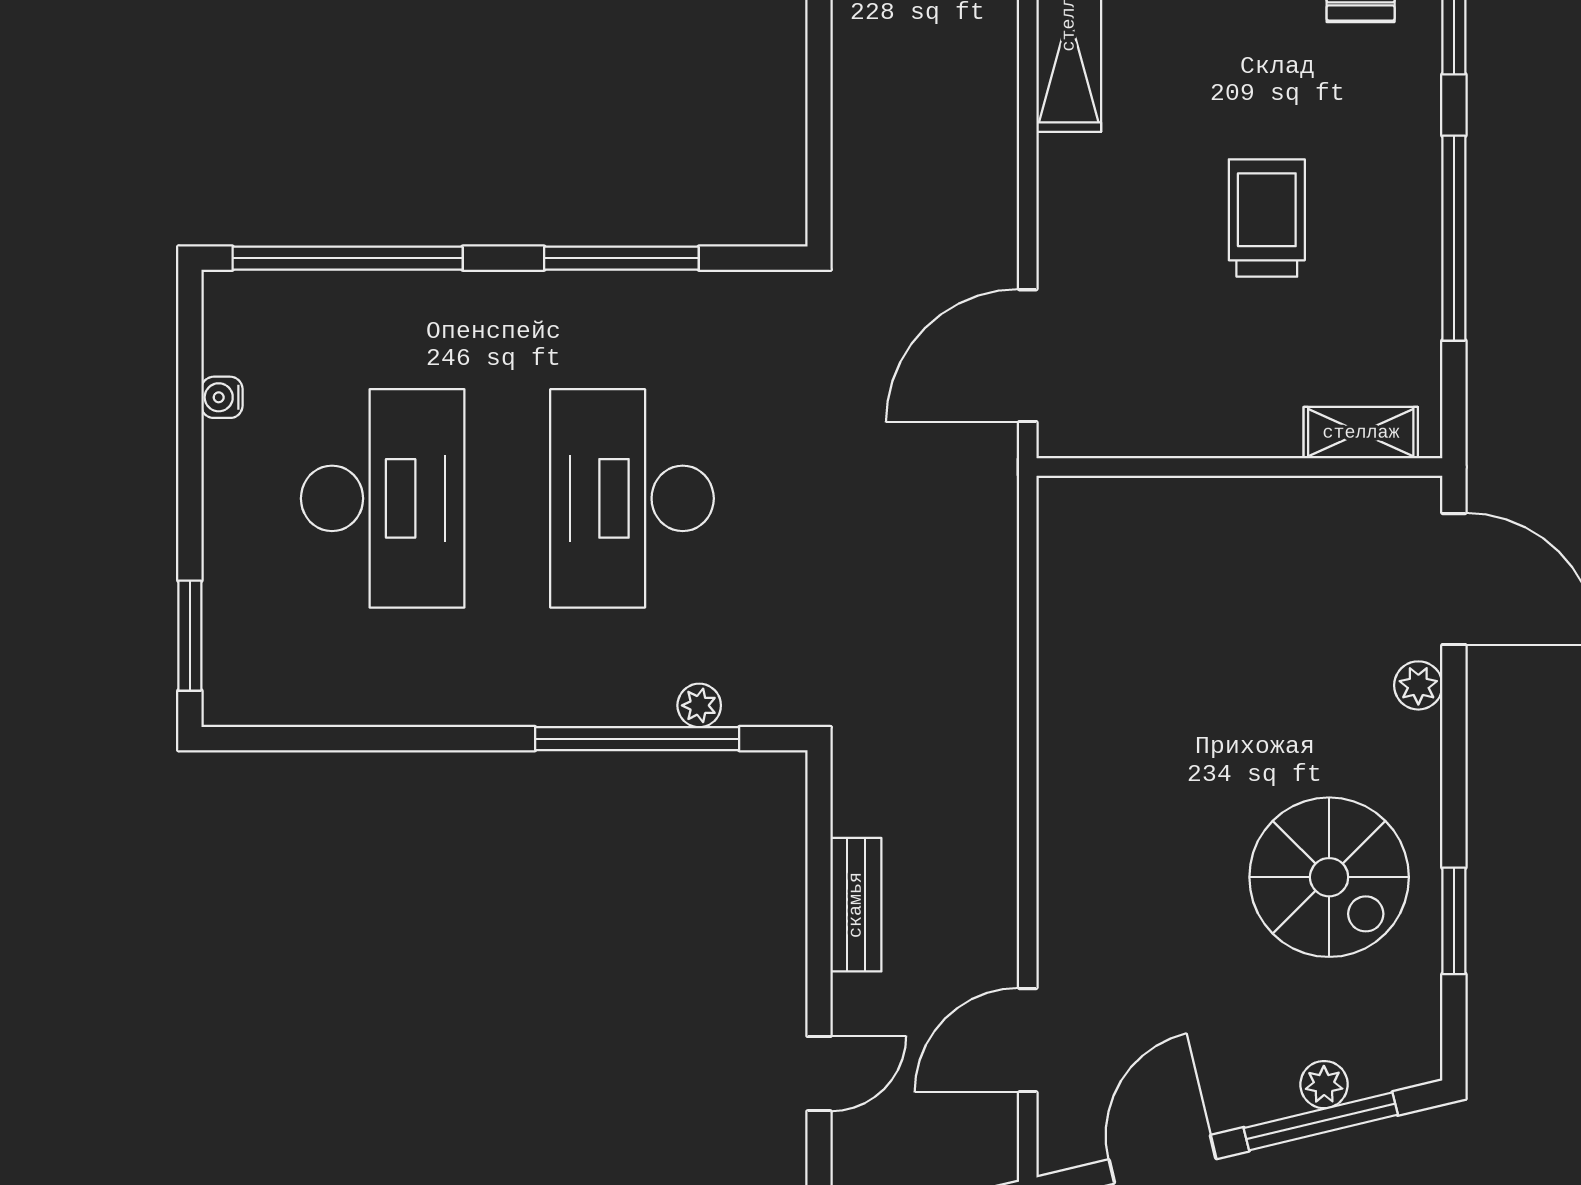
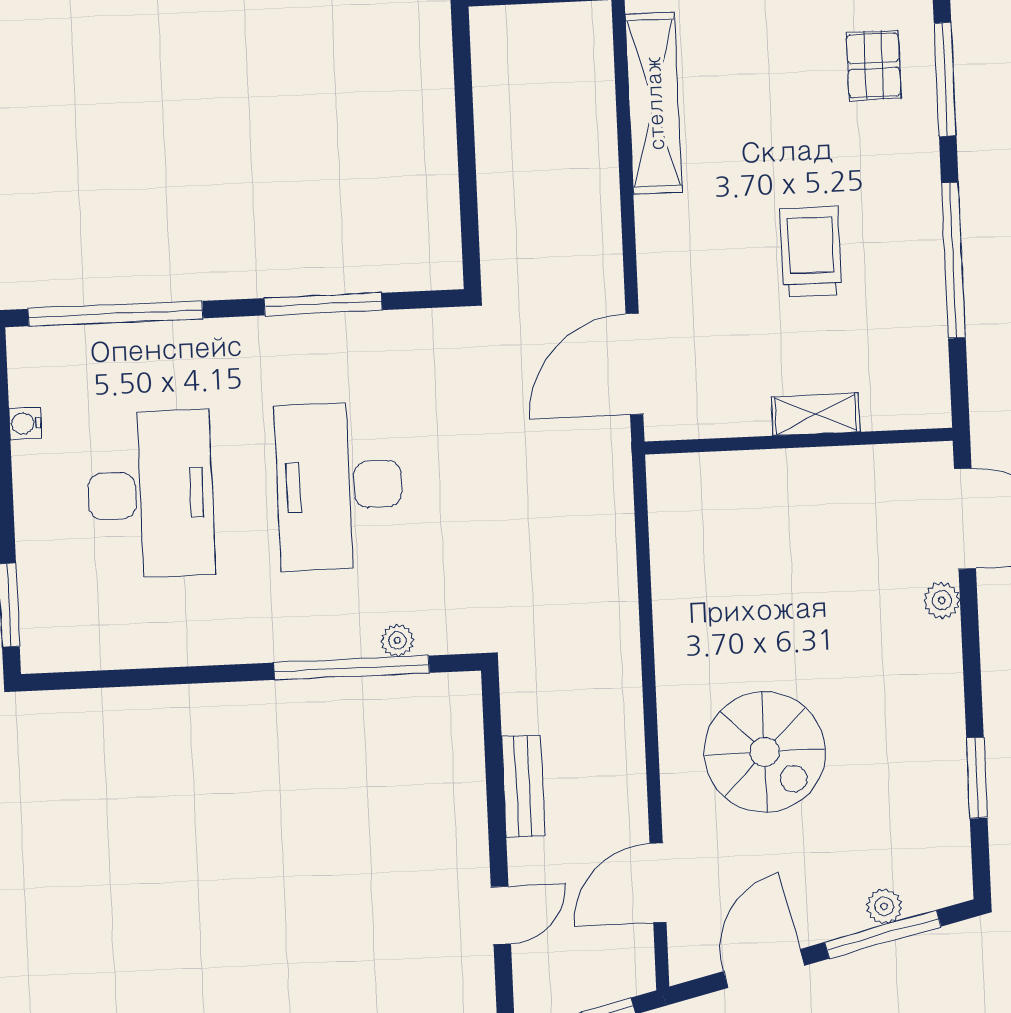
shelving: (1361, 433) -> (816, 414), moved
spiral stairs: (1329, 877) -> (765, 752), moved

